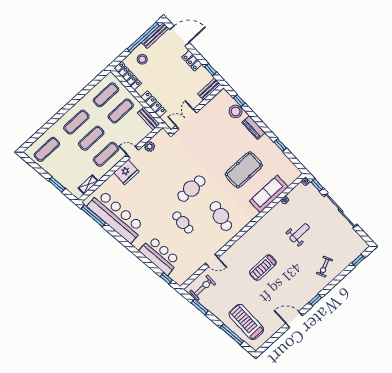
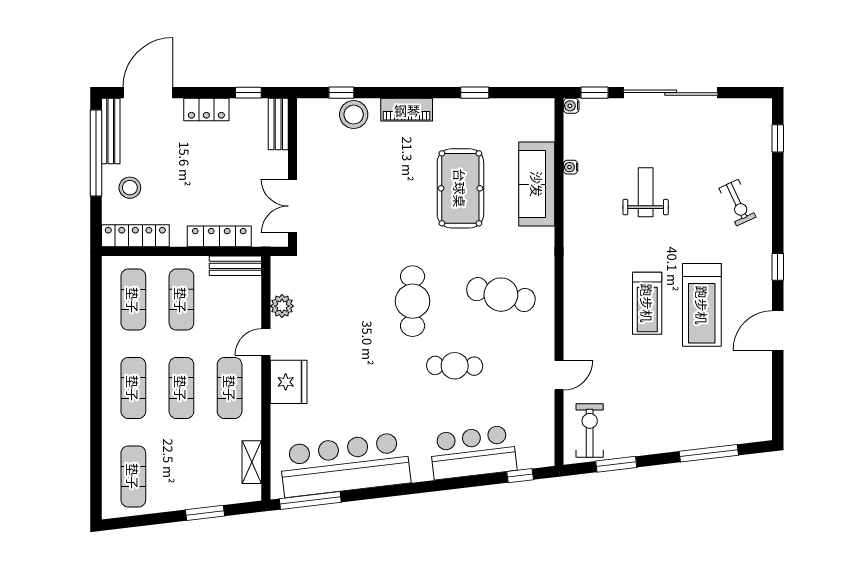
treadmill: (246, 322) -> (702, 305), moved, turned -90

